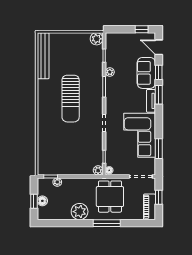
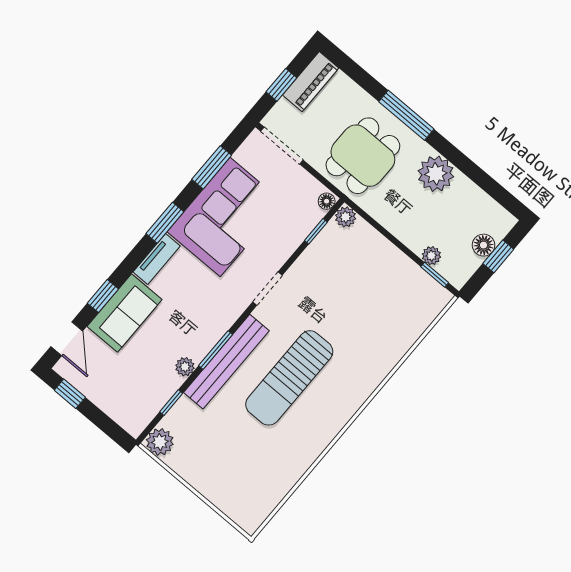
bench: (43, 56) -> (226, 362), moved
window: (159, 95) -> (165, 223), moved
sun lounger: (71, 99) -> (289, 378), turned 180

